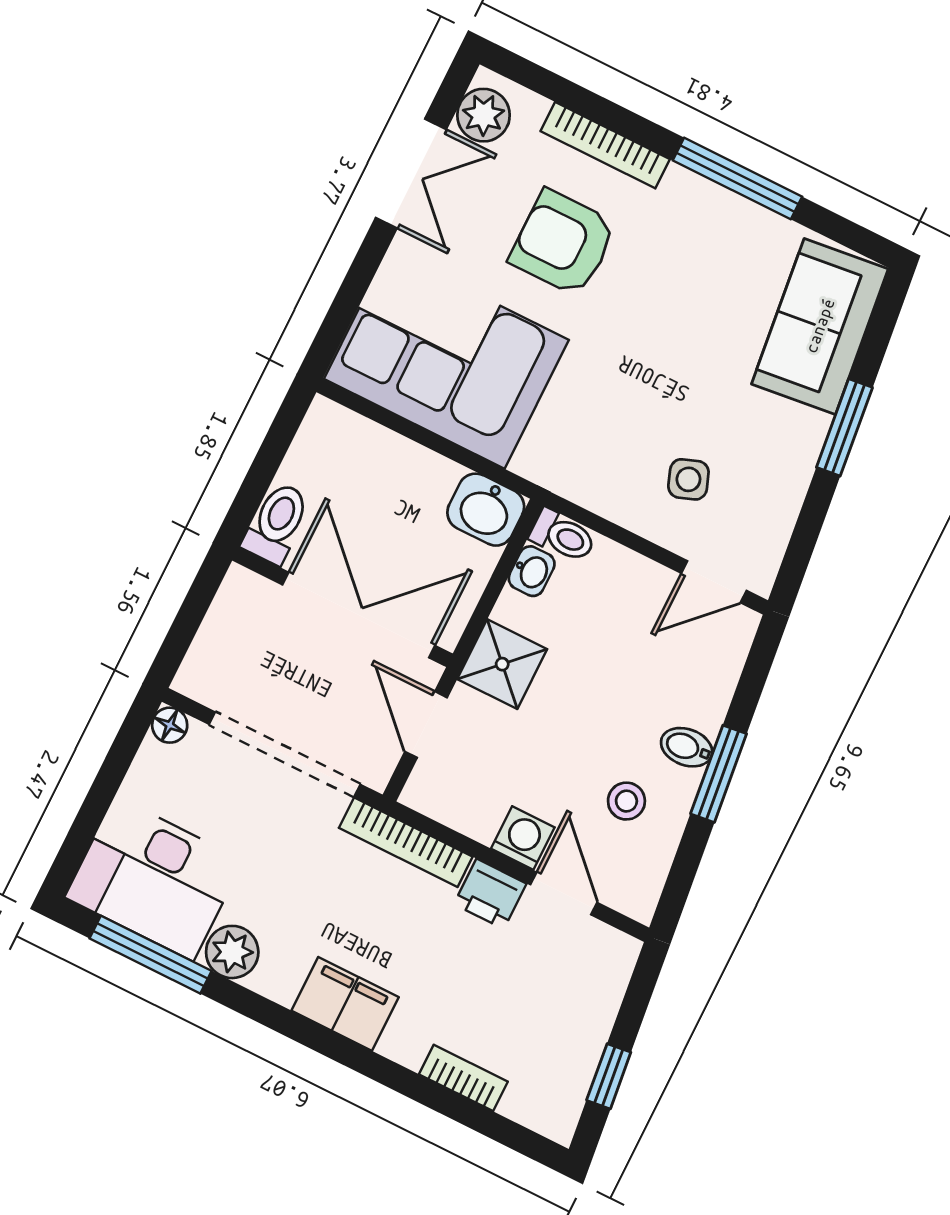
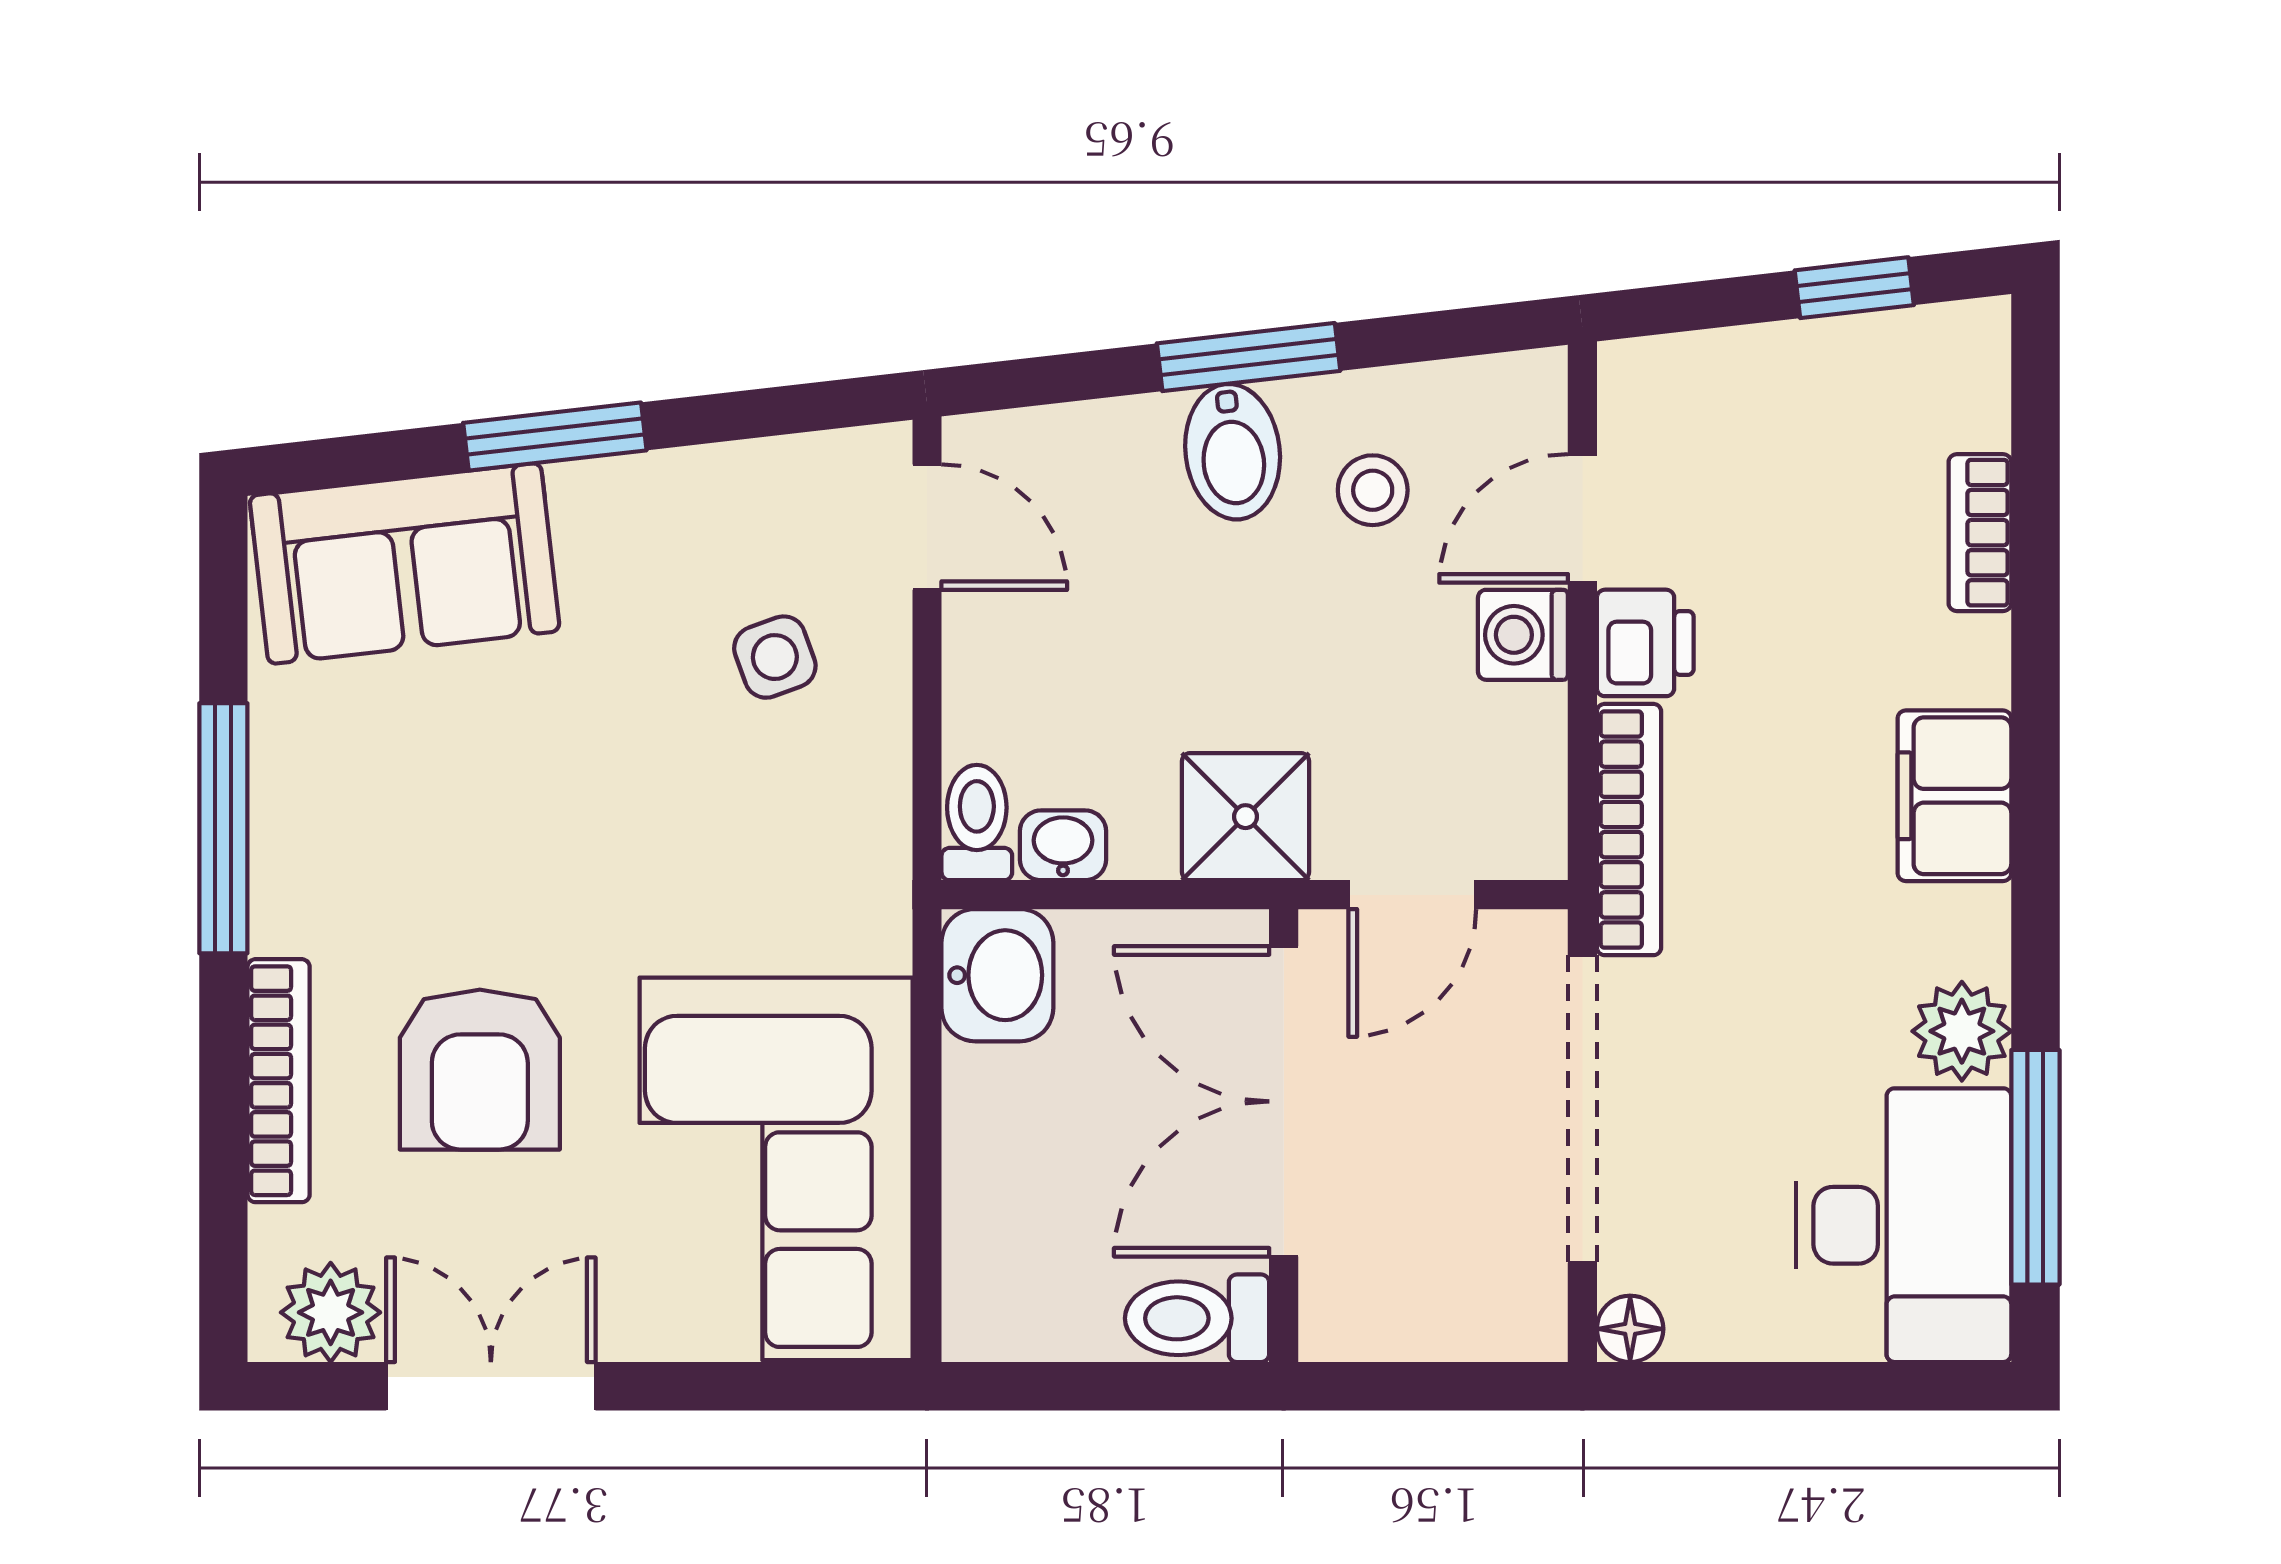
bidet: (687, 747) -> (1233, 452), width x1.38, depth x1.36

